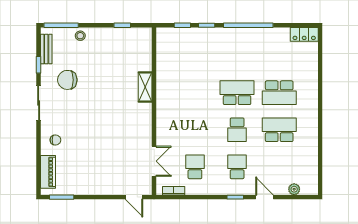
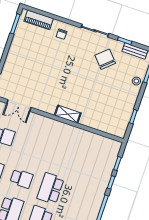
chair: (67, 80) -> (105, 59), turned -42
shelving: (145, 87) -> (68, 114), moved
school desk: (237, 93) -> (50, 188), turned 180
school desk: (237, 130) -> (22, 179), turned 180

